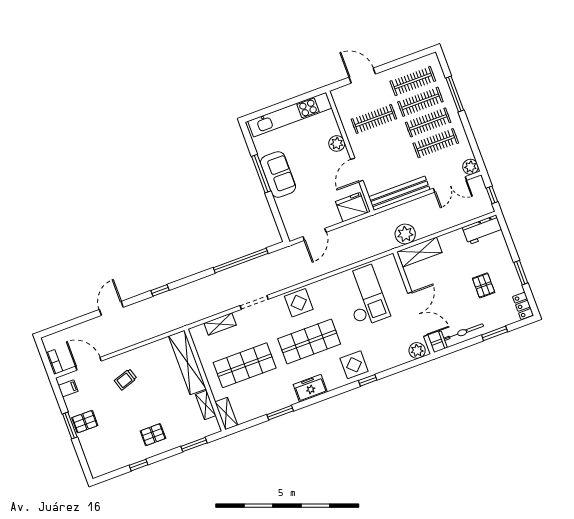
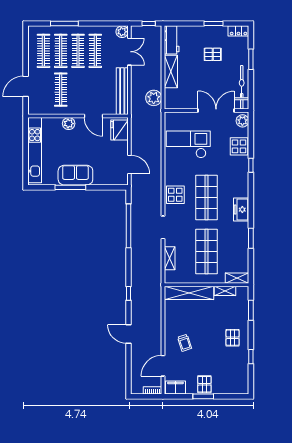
shelving: (420, 252) -> (171, 72), moved
display table: (354, 365) -> (239, 146), moved
filing cabinet: (68, 388) -> (175, 388), width x2.00

